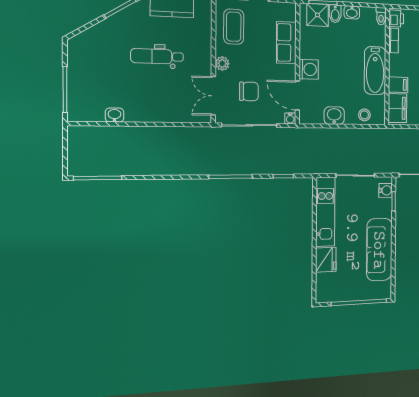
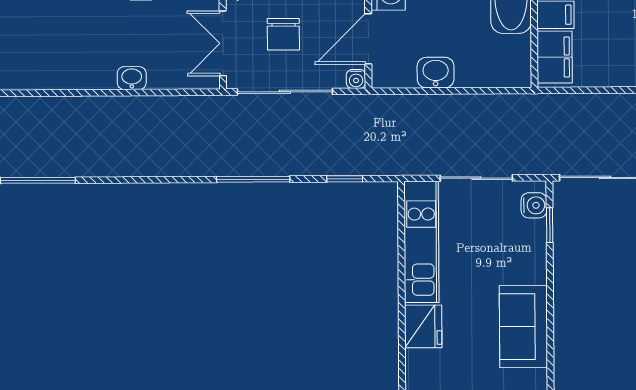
chair: (249, 91) -> (283, 34), turned 90
door: (297, 95) -> (368, 39), hinge flipped
washbasin: (114, 115) -> (132, 78), moved
stool: (364, 115) -> (492, 70), removed
sofa: (379, 250) -> (523, 327), width x0.73

